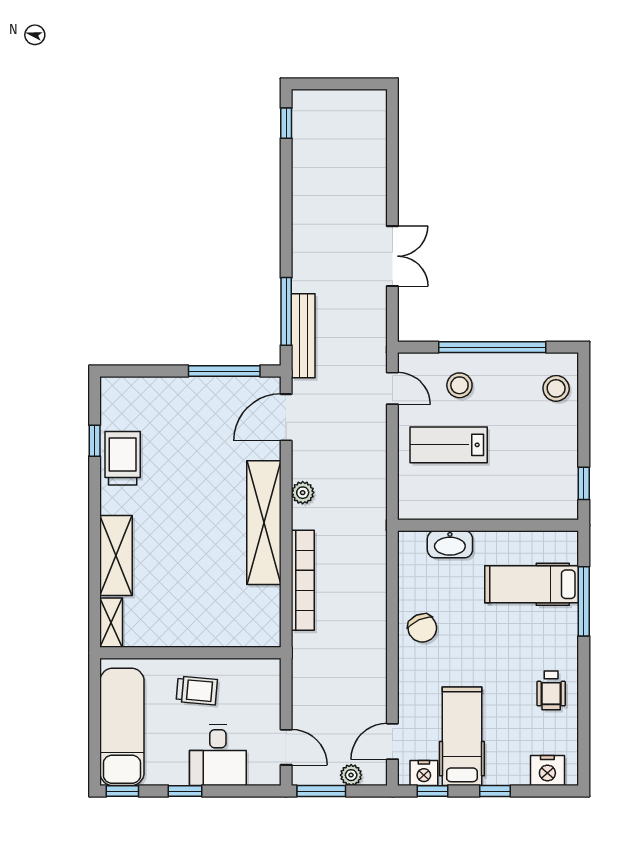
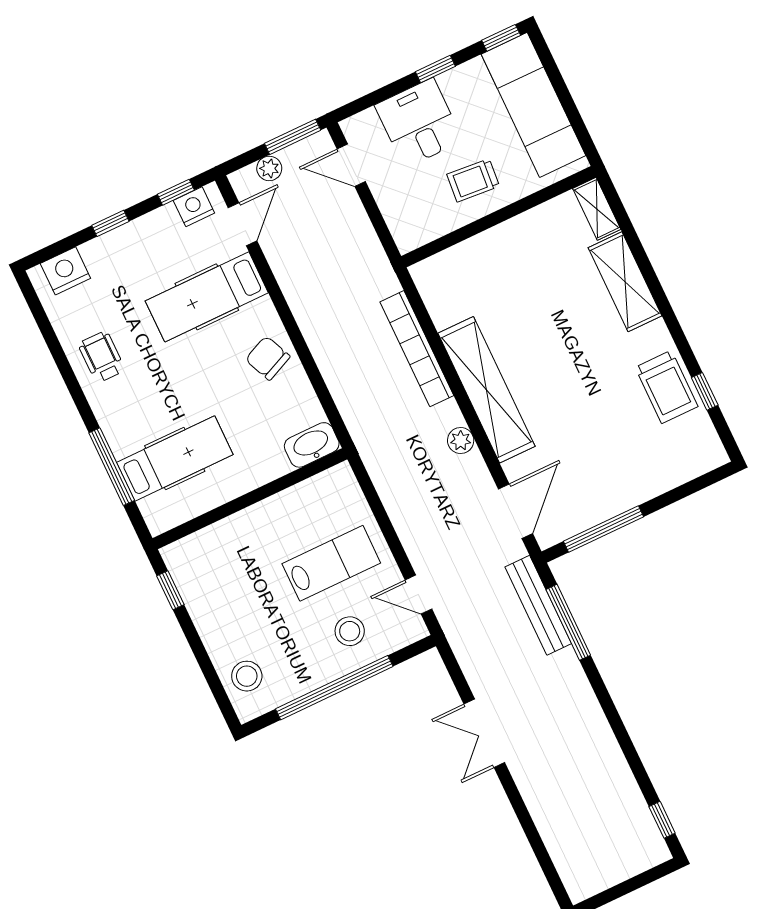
washbasin: (450, 544) -> (312, 445), moved
hospital bed: (462, 736) -> (207, 297), moved, turned 90

